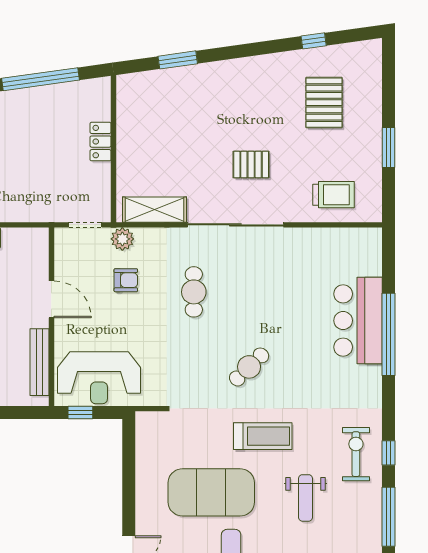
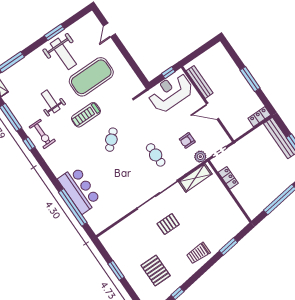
locker: (101, 142) -> (228, 178), moved
trolley: (333, 195) -> (198, 253), moved
window: (389, 334) -> (73, 207), moved

